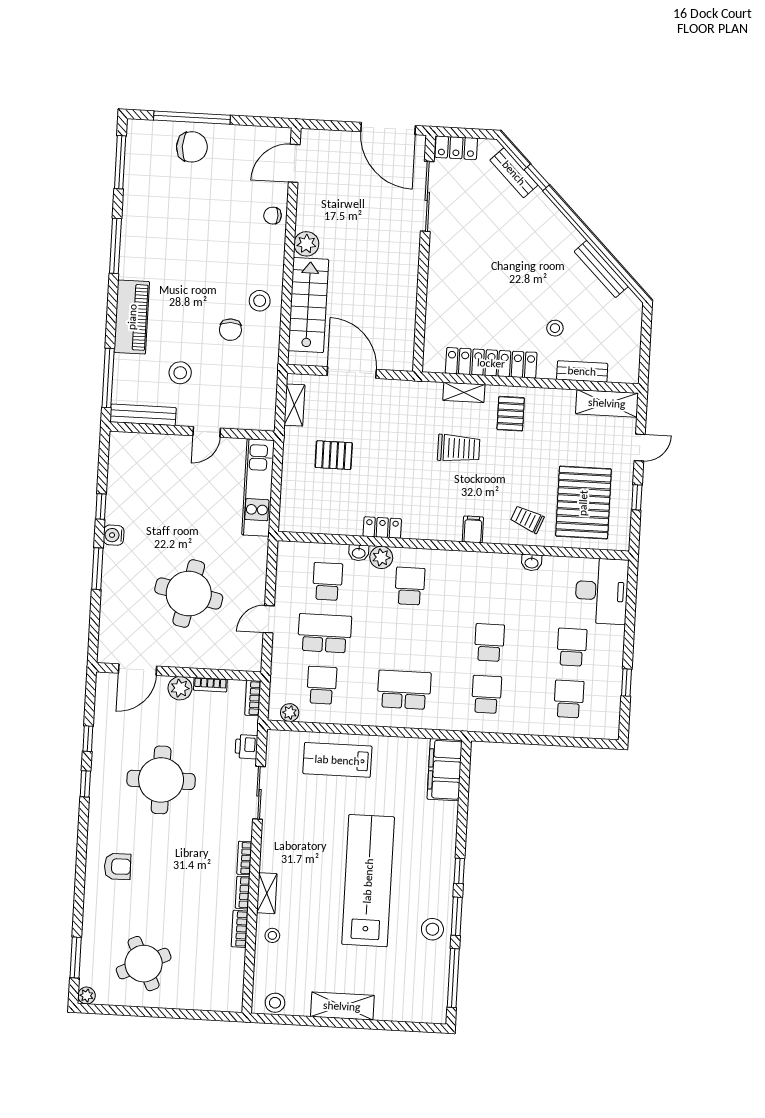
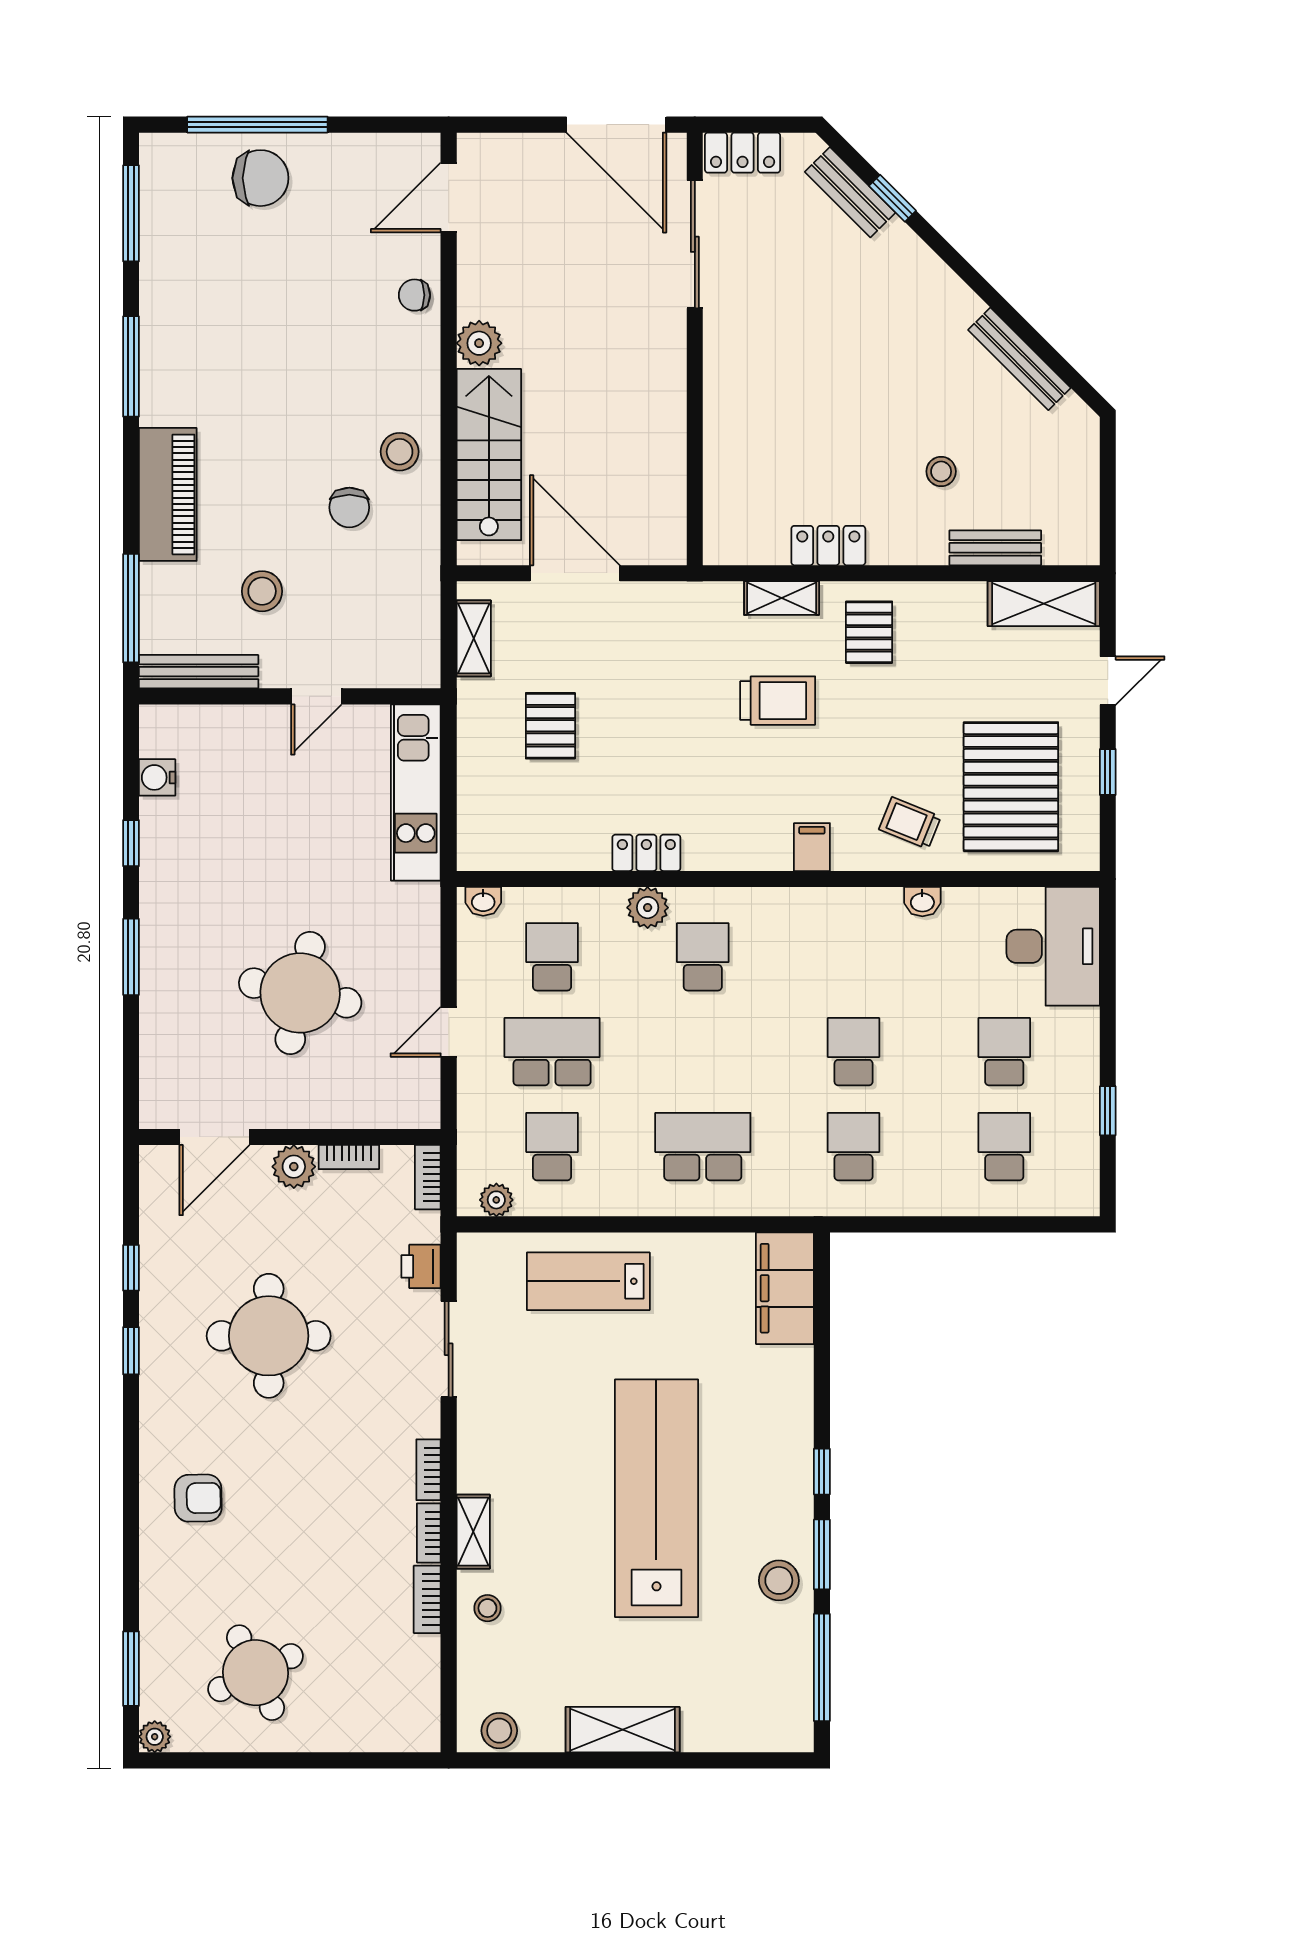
locker: (491, 363) -> (828, 546), width x0.46, depth x0.83
pallet: (334, 455) -> (550, 726), turned 90
water cooler: (114, 535) -> (157, 777), moved
washbasin: (359, 553) -> (483, 901), moved

